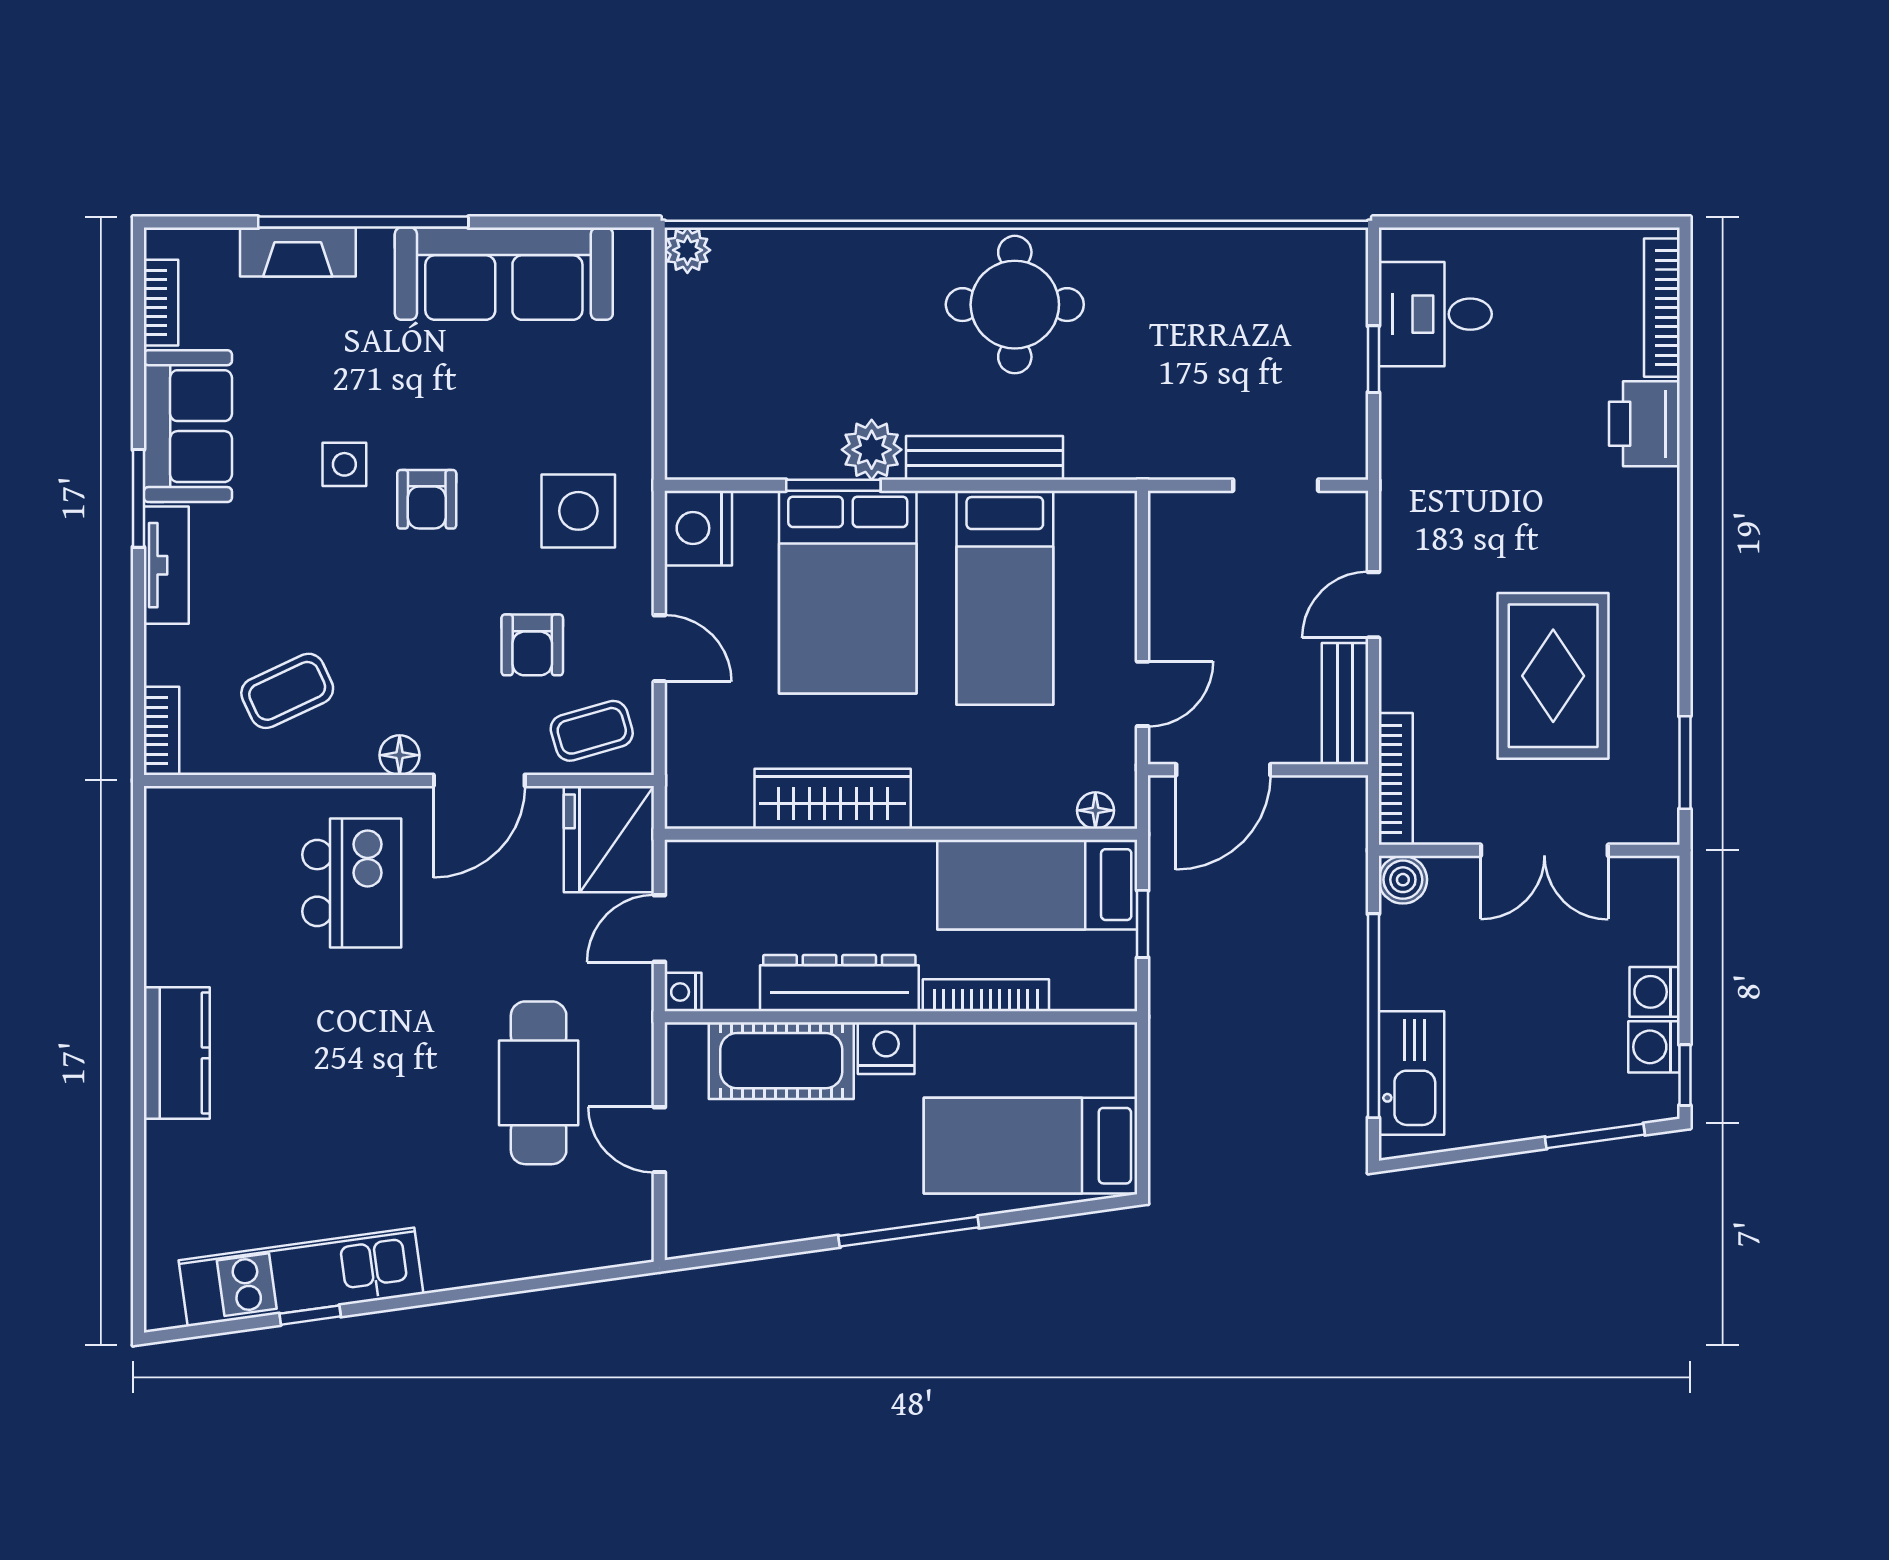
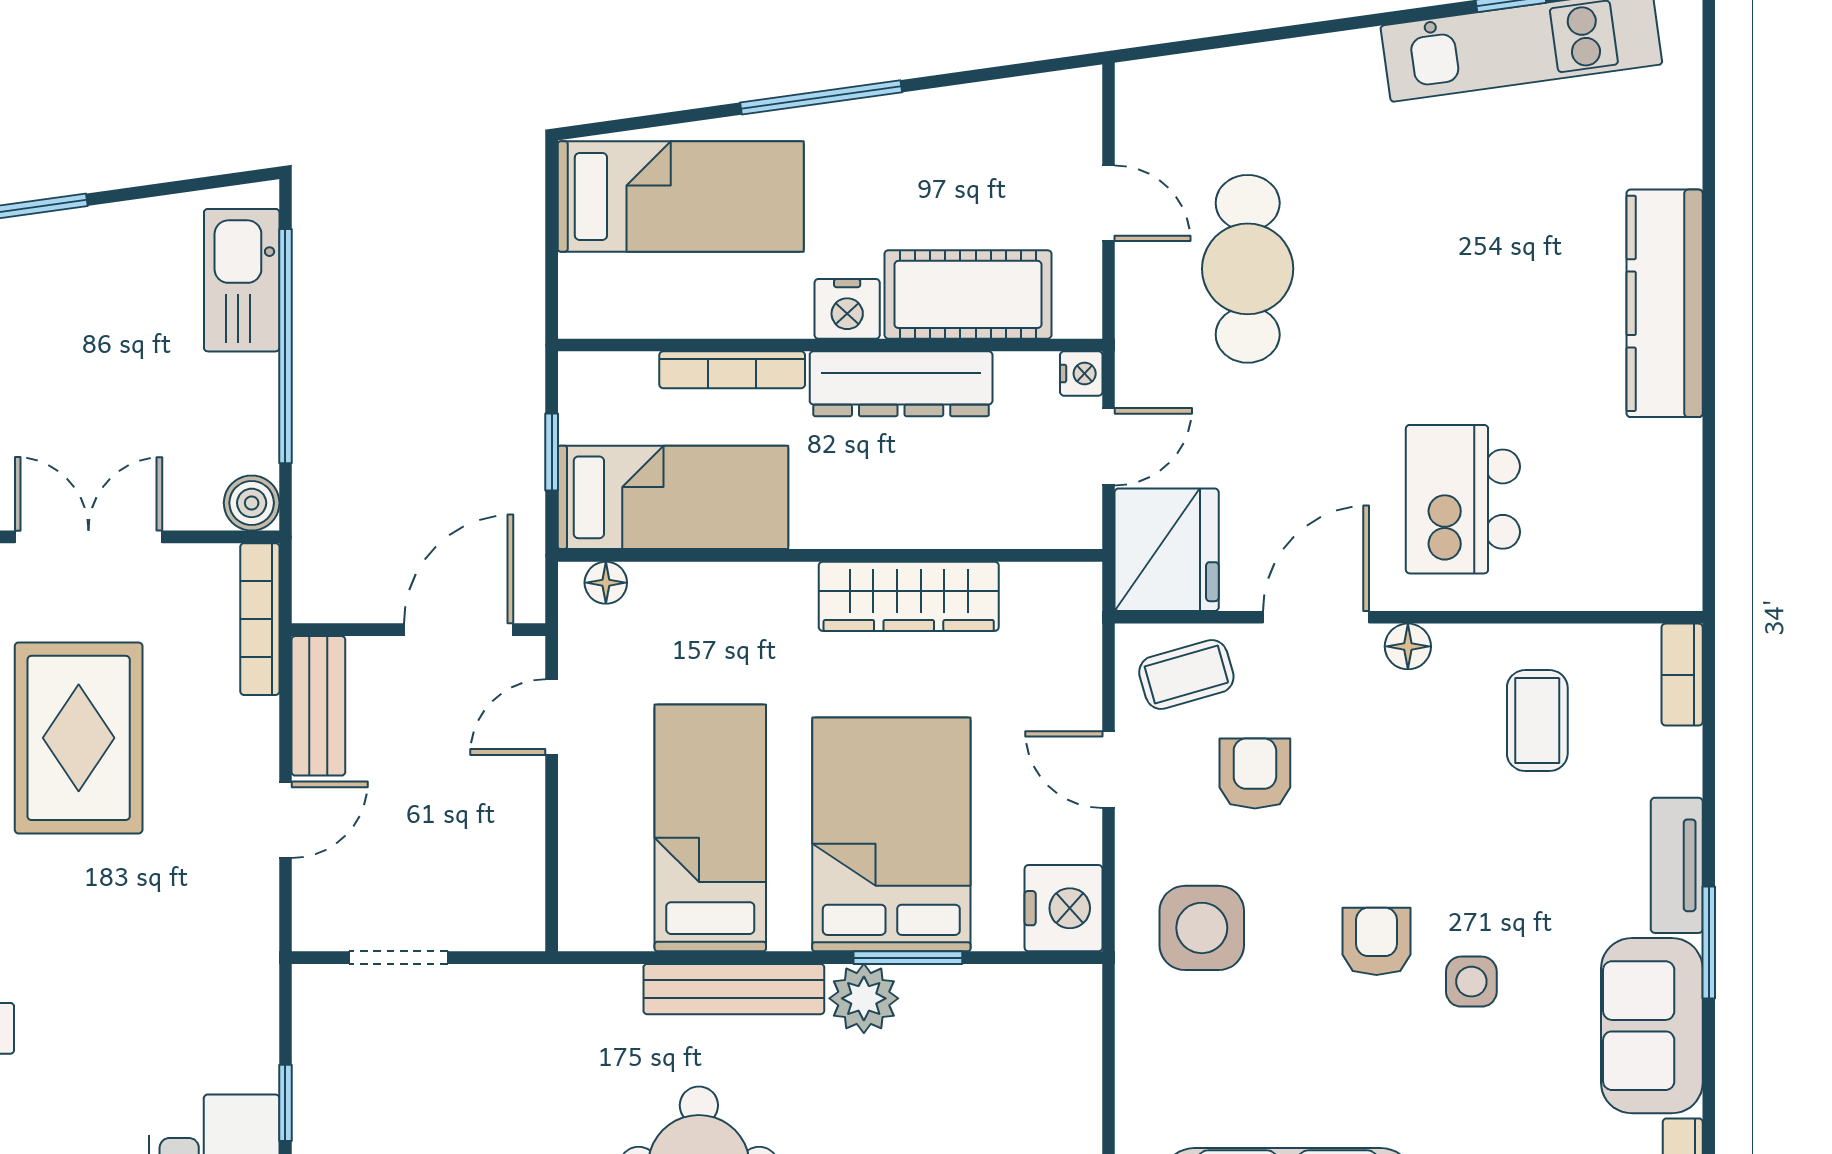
coffee table: (287, 691) -> (1537, 721), turned -65
kitchen counter: (177, 1053) -> (1665, 303), width x1.50

